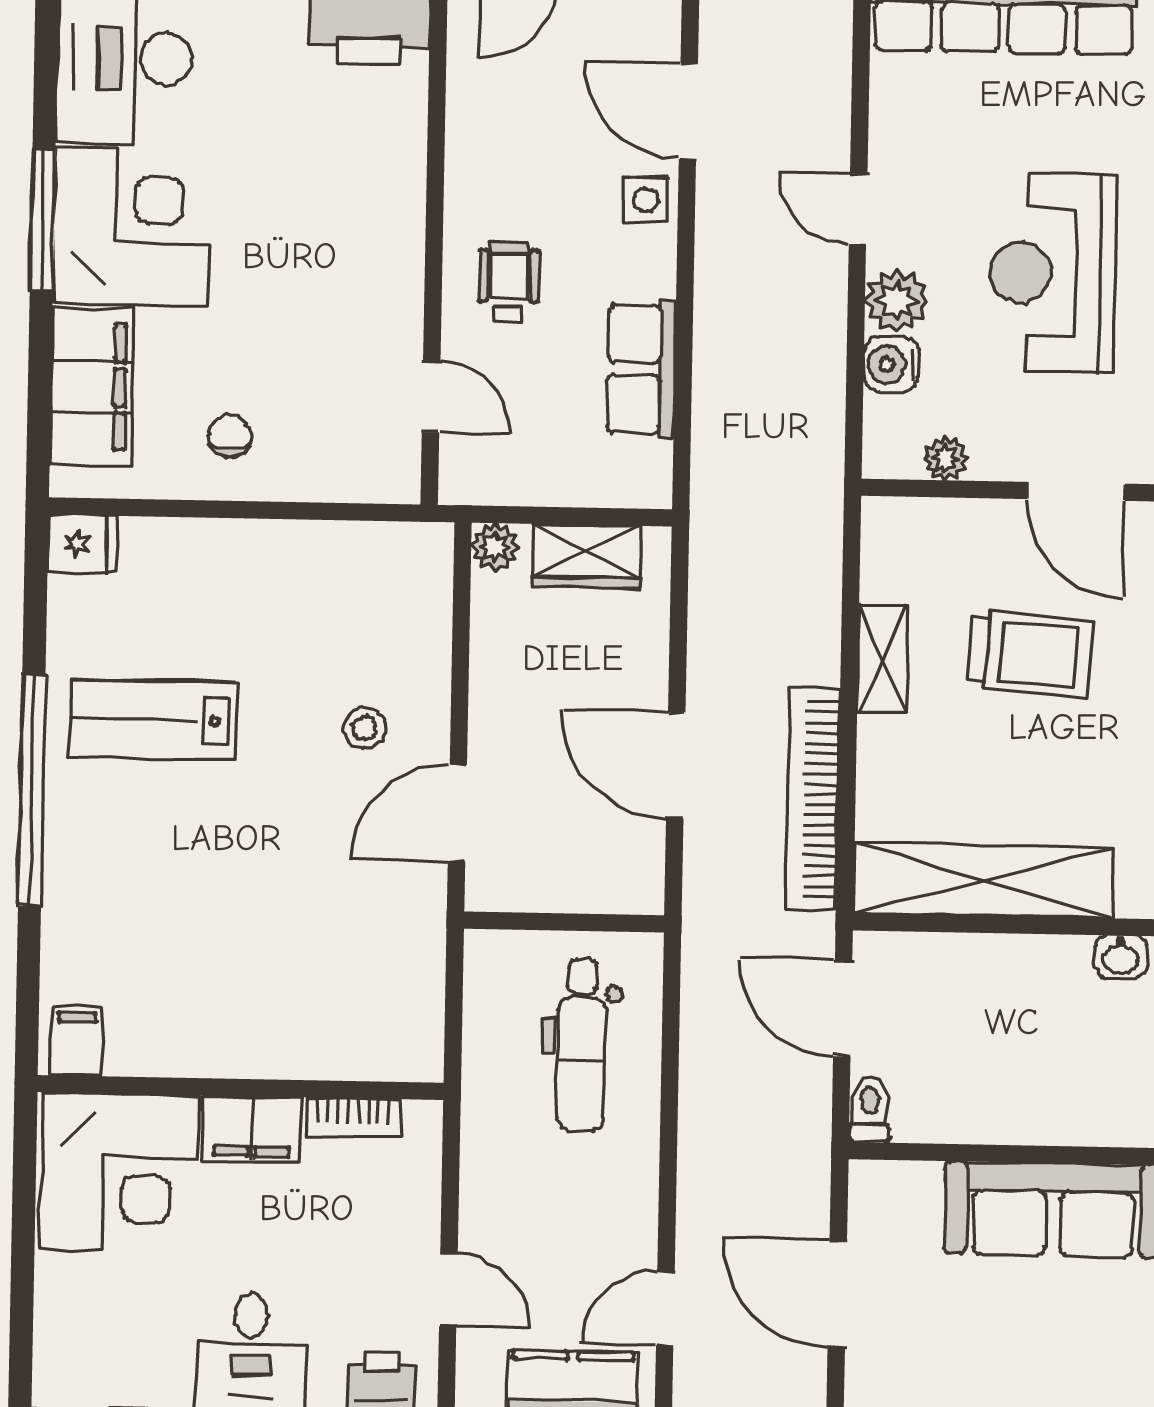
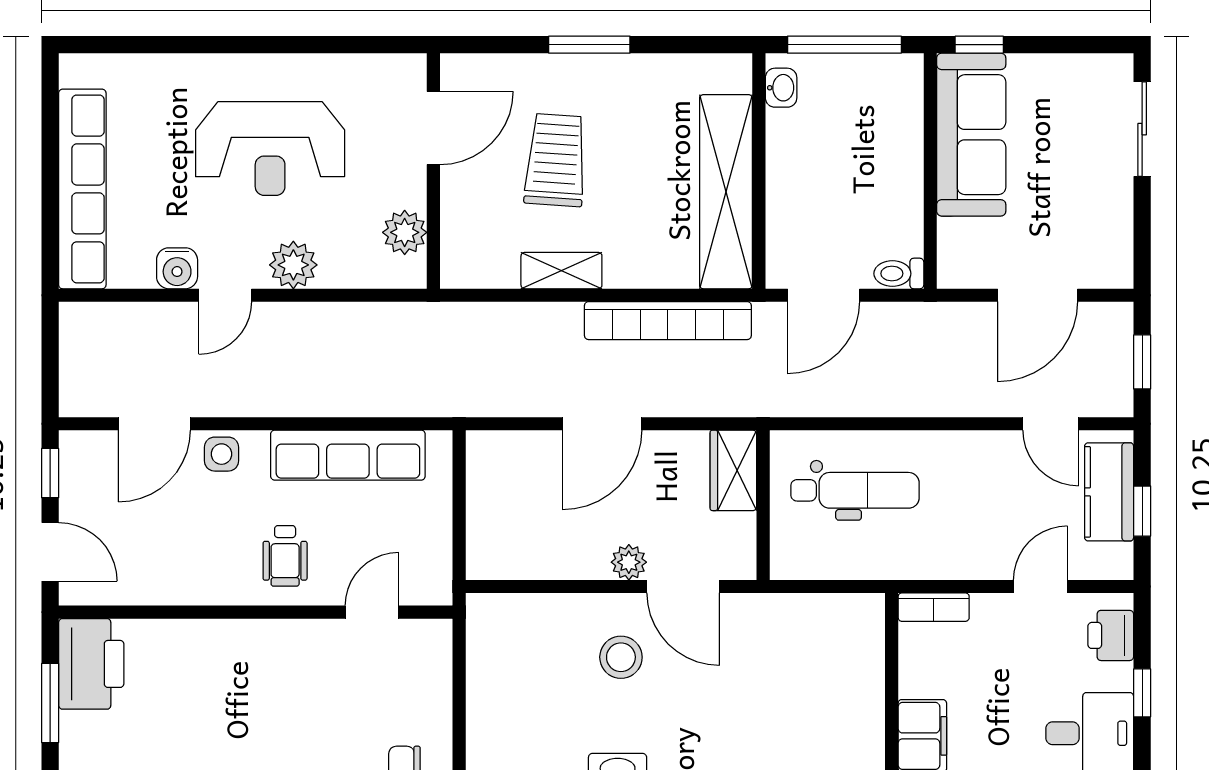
wheelchair: (508, 282) -> (285, 556), turned -90
water cooler: (891, 364) -> (177, 268), moved
row of seats: (641, 369) -> (348, 455), width x1.48
plant: (945, 459) -> (405, 232), width x1.38, depth x1.38
plant: (495, 547) -> (629, 562), moved
wardrobe: (587, 556) -> (733, 470), moved, turned 180
stool: (365, 728) -> (621, 657), width x1.37, depth x1.37
door: (676, 765) -> (602, 424), moved
bookcase: (353, 1117) -> (934, 607), moved, turned 90

